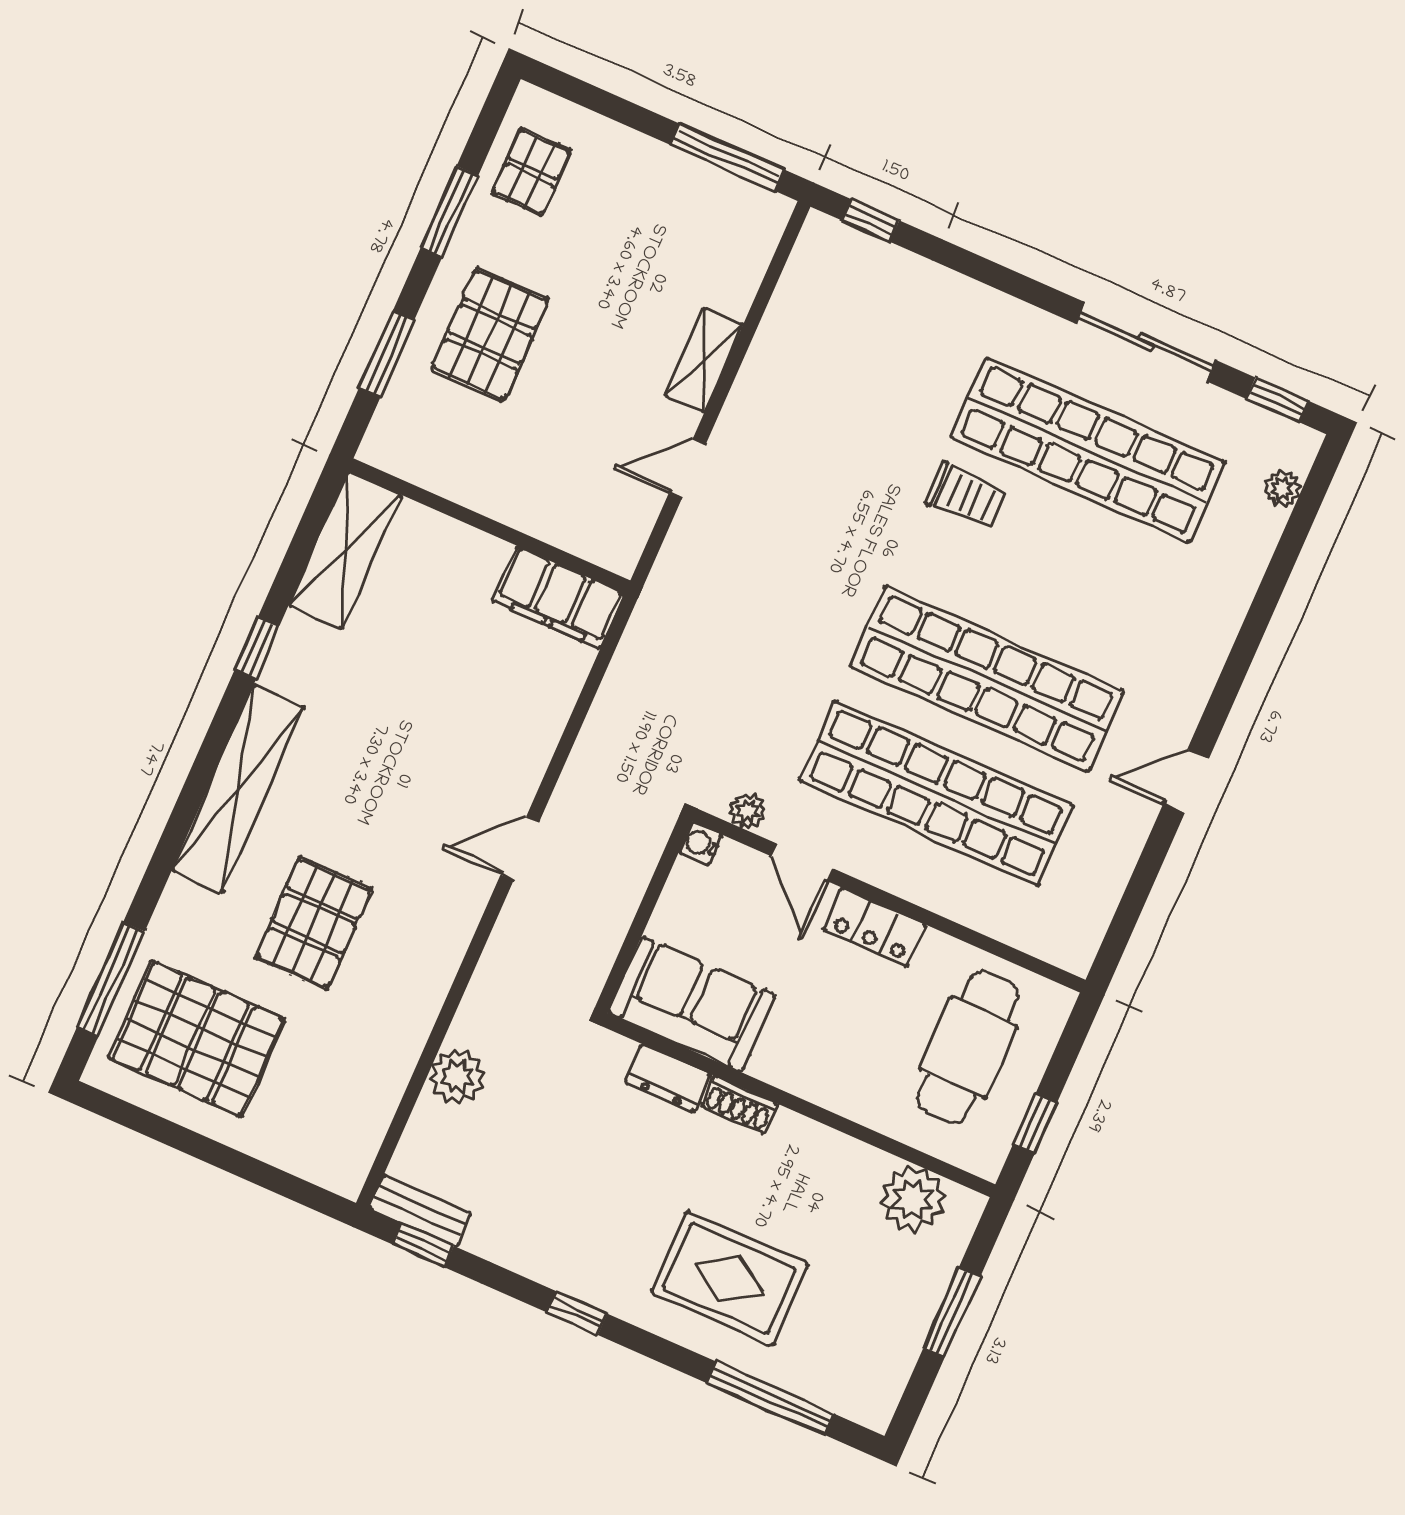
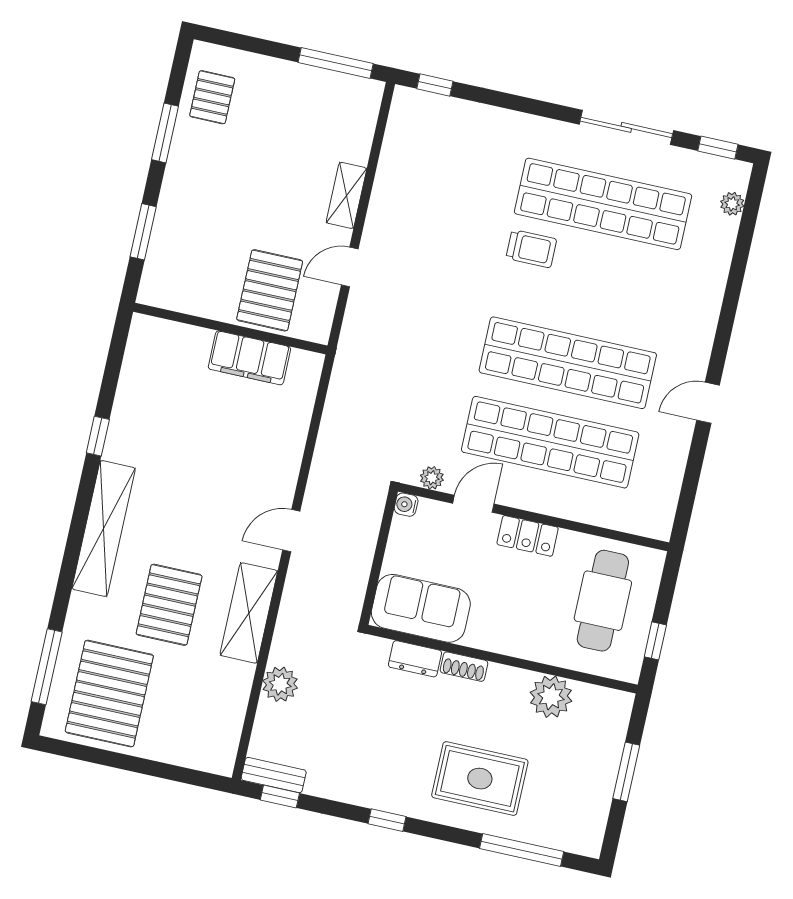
pallet: (490, 334) -> (270, 290), moved
shelving: (345, 550) -> (249, 613), moved
filing cabinet: (559, 597) -> (249, 358), moved
door: (802, 862) -> (473, 504), swing flipped
pallet: (197, 1039) -> (109, 694), turned 90
plant: (913, 1199) -> (551, 697), moved

